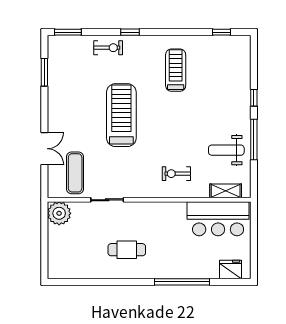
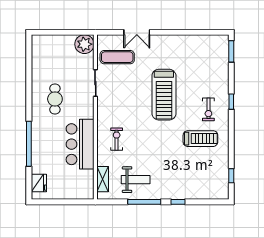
exercise bike: (108, 48) -> (208, 109), moved
window: (44, 72) -> (199, 32), removed
treadmill: (121, 115) -> (164, 95), turned 90
weight bench: (226, 150) -> (136, 180), turned 90
bar counter: (218, 219) -> (80, 144), moved

